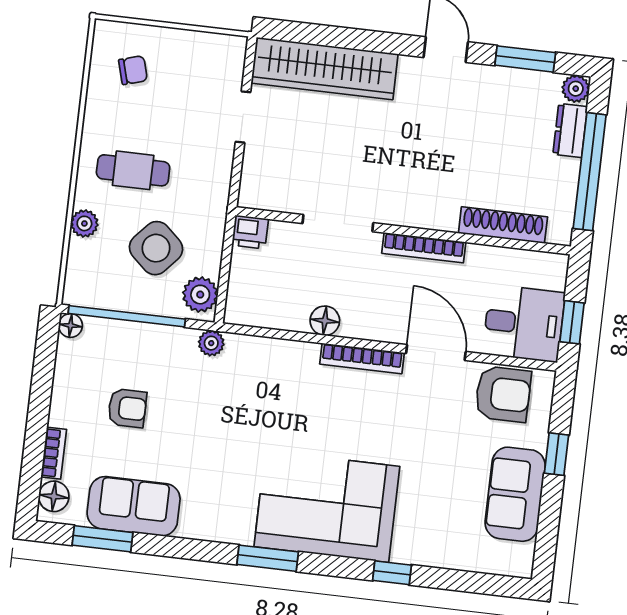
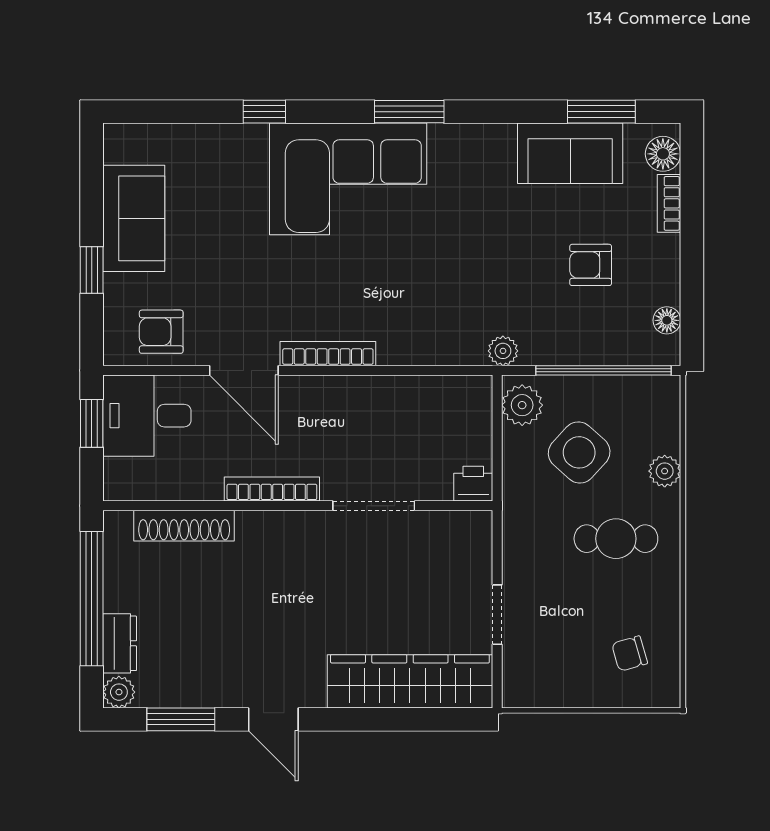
floor lamp: (325, 321) -> (376, 392), removed
floor lamp: (70, 325) -> (667, 320), moved
armchair: (503, 394) -> (161, 332), width x0.72, depth x0.72

